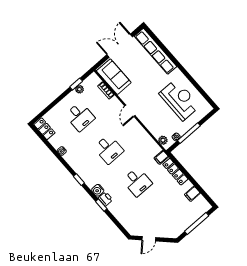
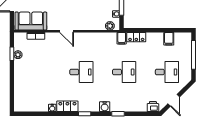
desk: (80, 117) -> (167, 72), moved
locker: (44, 129) -> (67, 106), moved
locker: (175, 172) -> (136, 37), width x0.66
printer: (105, 199) -> (153, 107), moved

